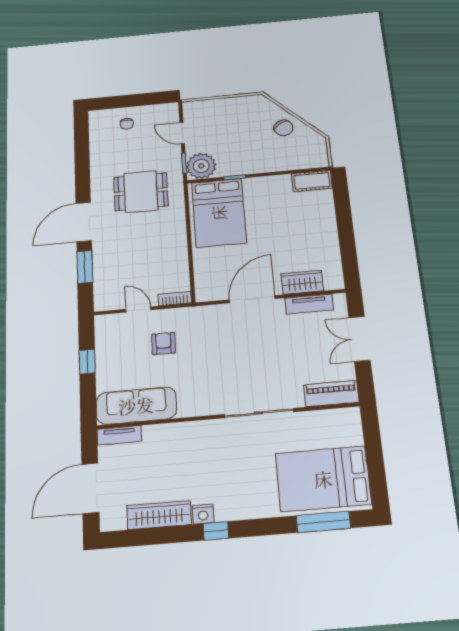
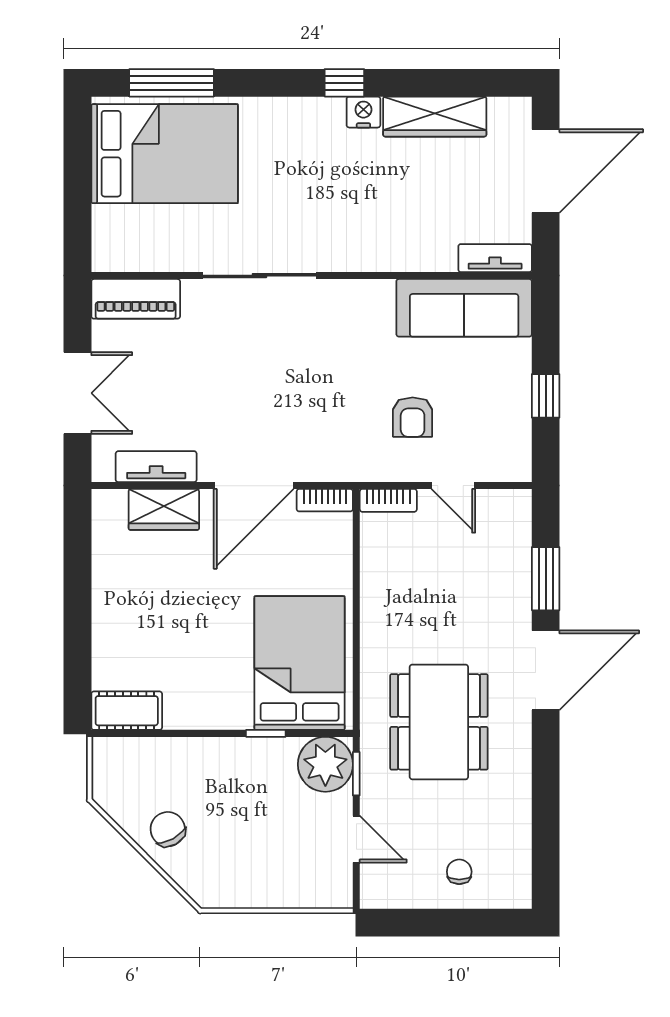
dining table: (141, 192) -> (439, 722), width x1.38
bookcase: (211, 295) -> (325, 500), added

